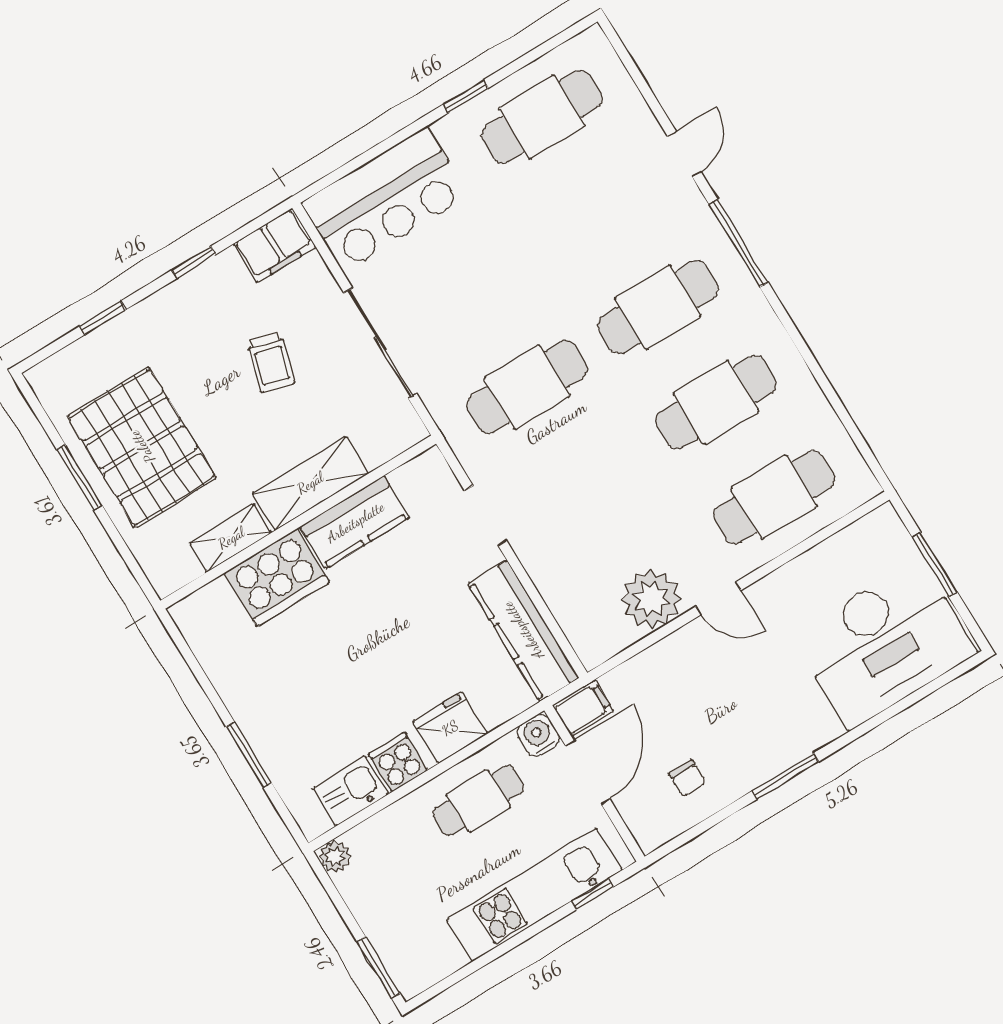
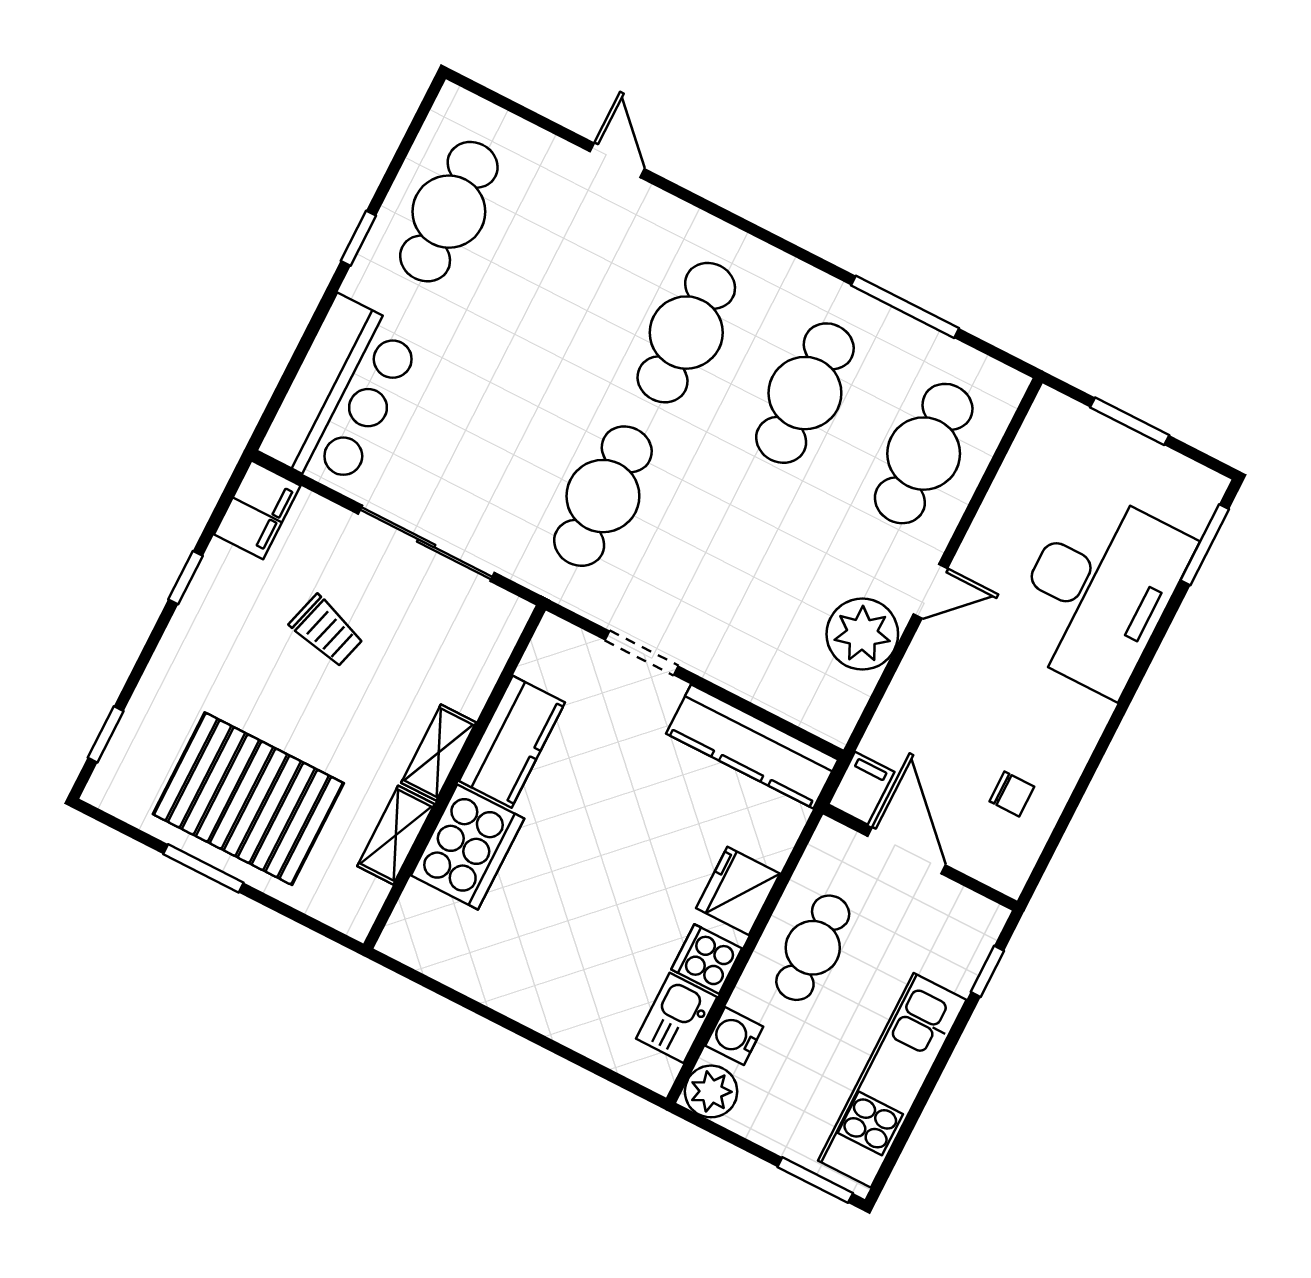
window: (739, 243) -> (905, 307), moved
window: (103, 318) -> (106, 734), moved
shelving: (310, 483) -> (439, 753), width x0.67, depth x0.75
desk: (884, 644) -> (1099, 591), moved
water cooler: (538, 735) -> (734, 1036), moved
window: (249, 755) -> (550, 1045), removed
window: (785, 776) -> (1205, 545), moved
plant: (335, 856) -> (711, 1091), width x1.38, depth x1.38
kitchen unit: (535, 895) -> (892, 1080), moved

